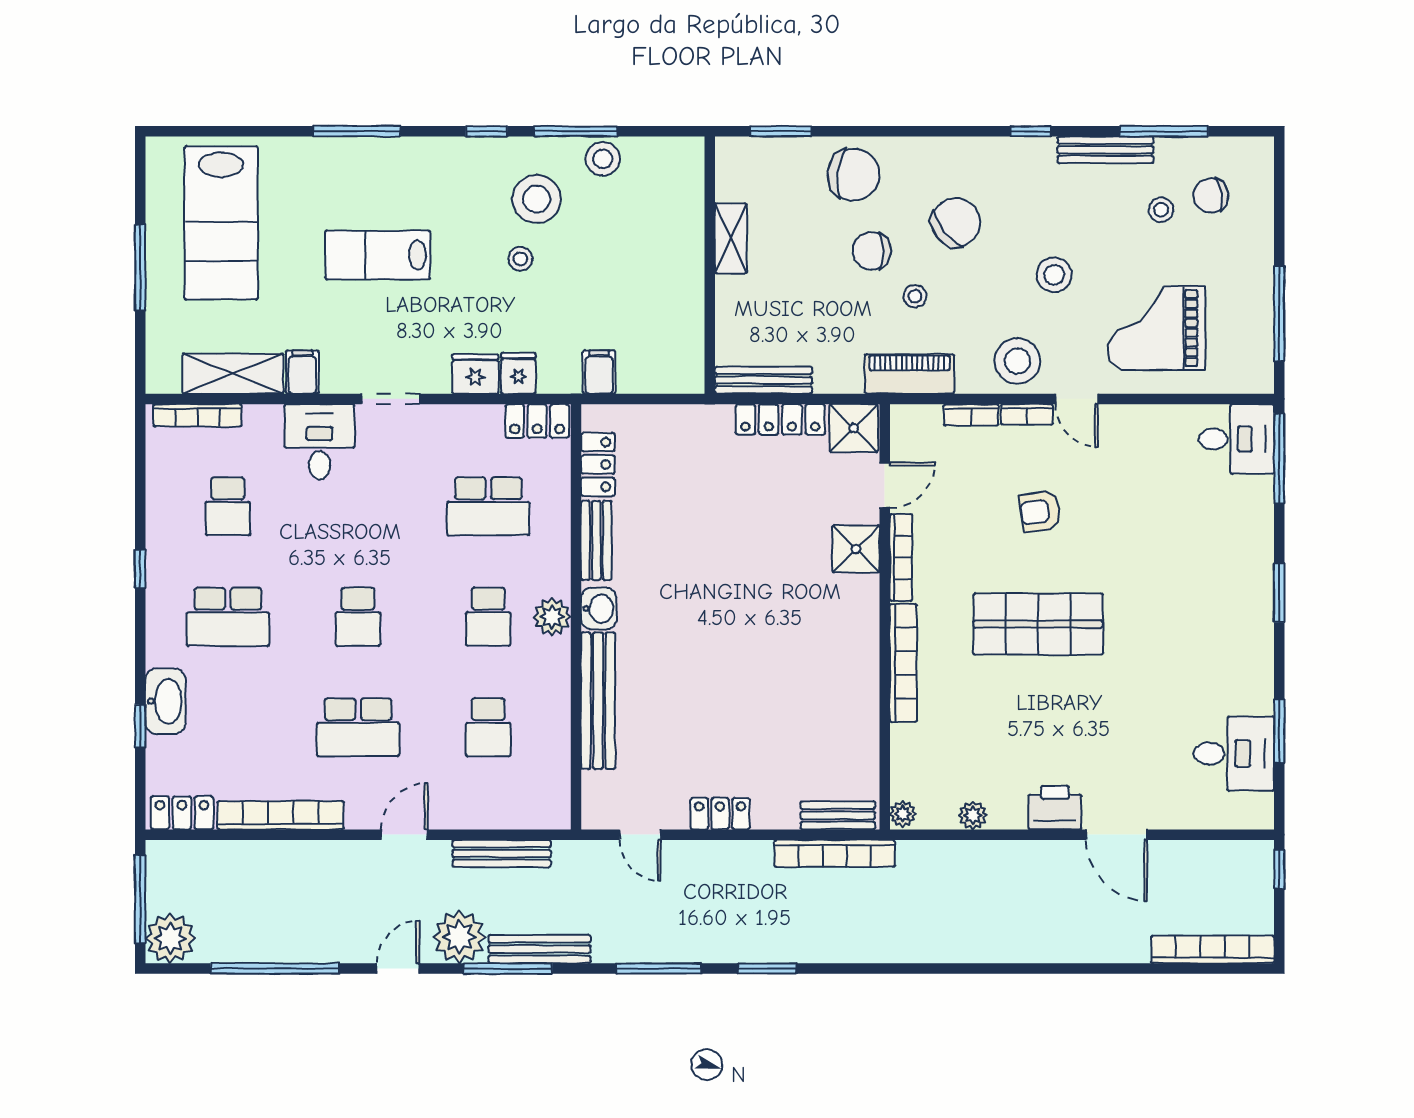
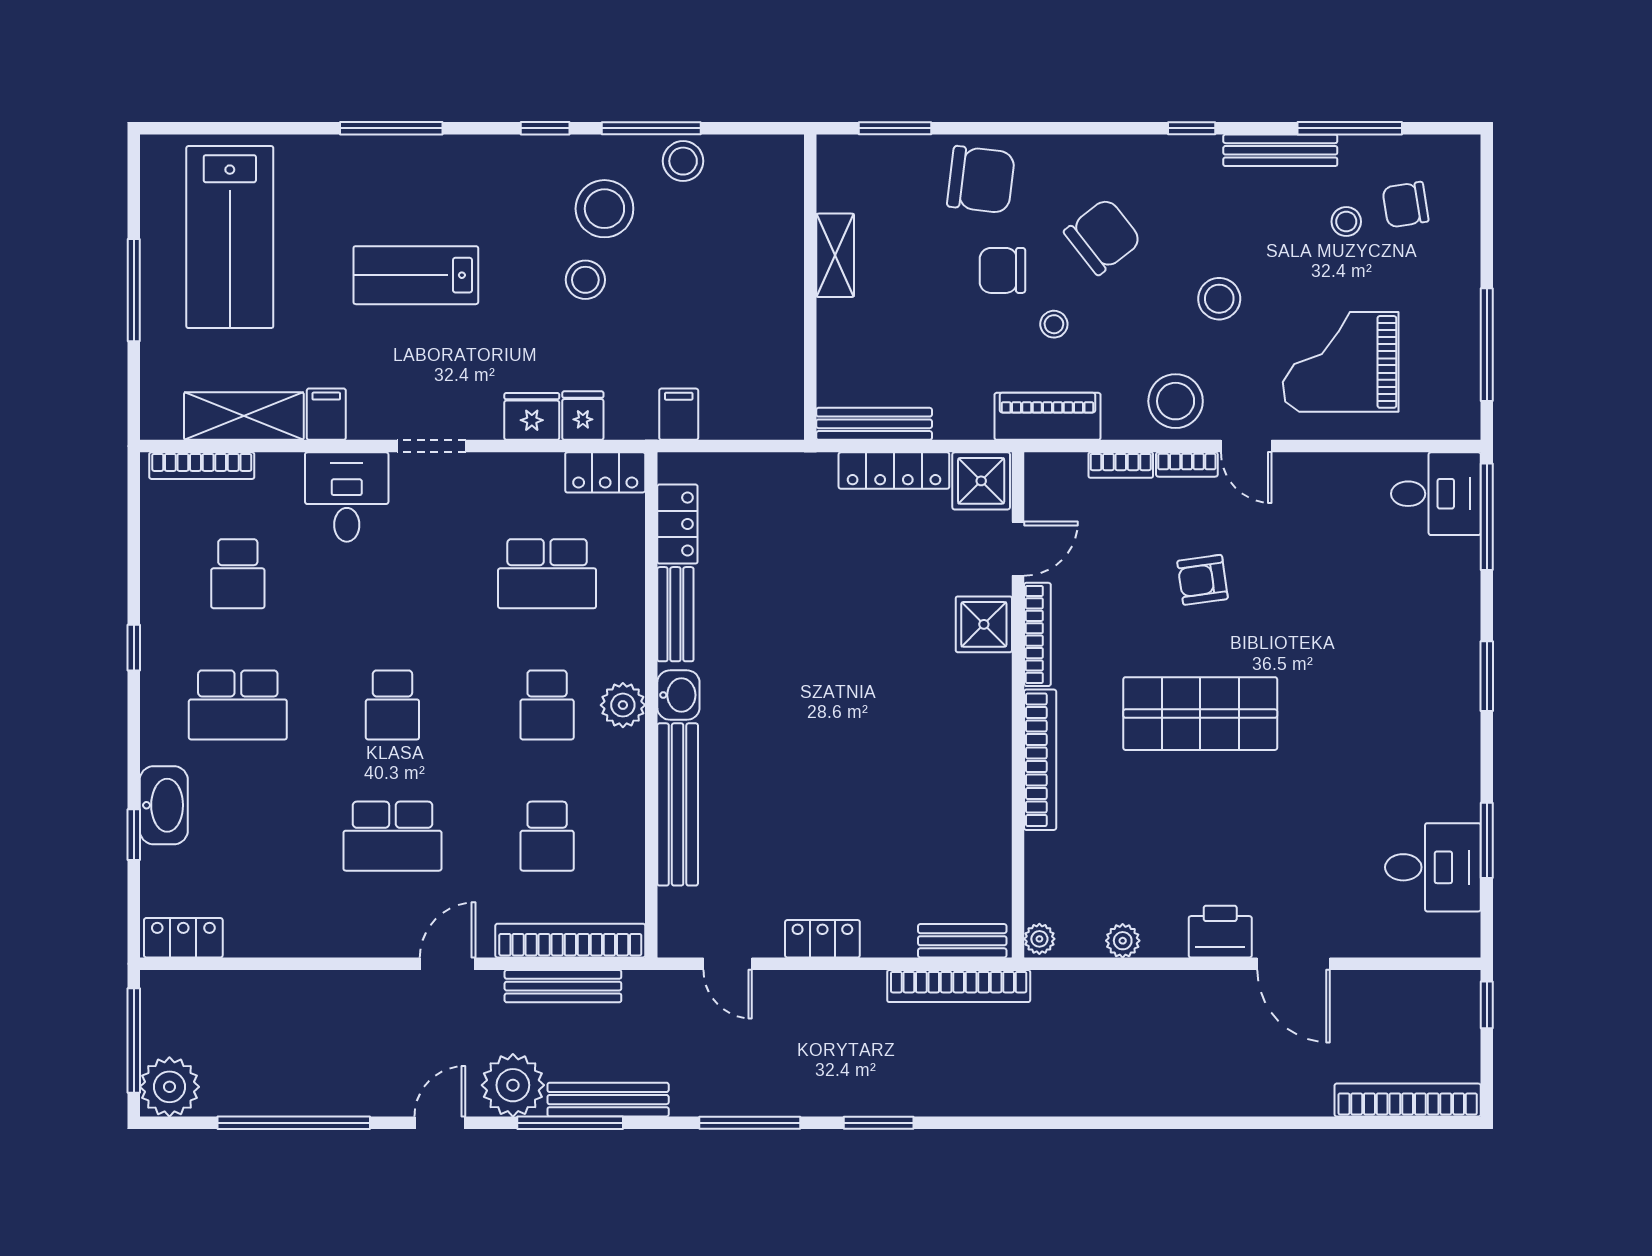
stool: (520, 259) -> (585, 280), width x1.37, depth x1.37
bookcase: (281, 815) -> (570, 941), moved

